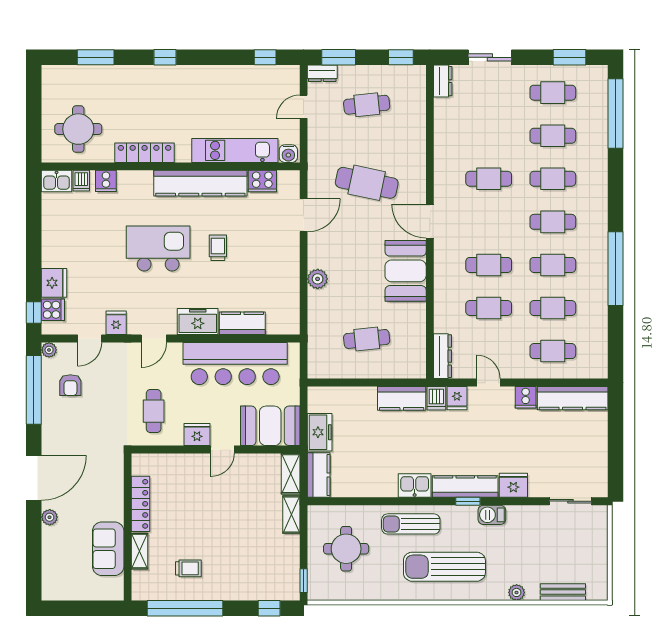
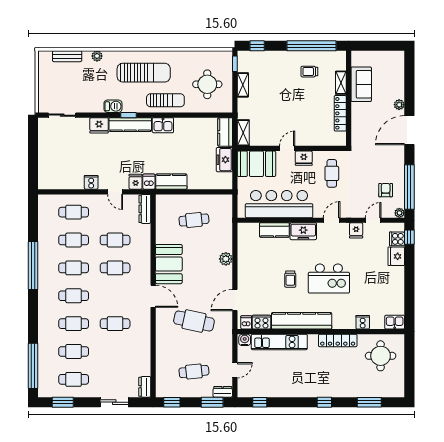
dishwasher: (81, 181) -> (246, 322), moved
kitchen counter: (573, 398) -> (61, 182), removed
shelving: (291, 514) -> (243, 85), moved

